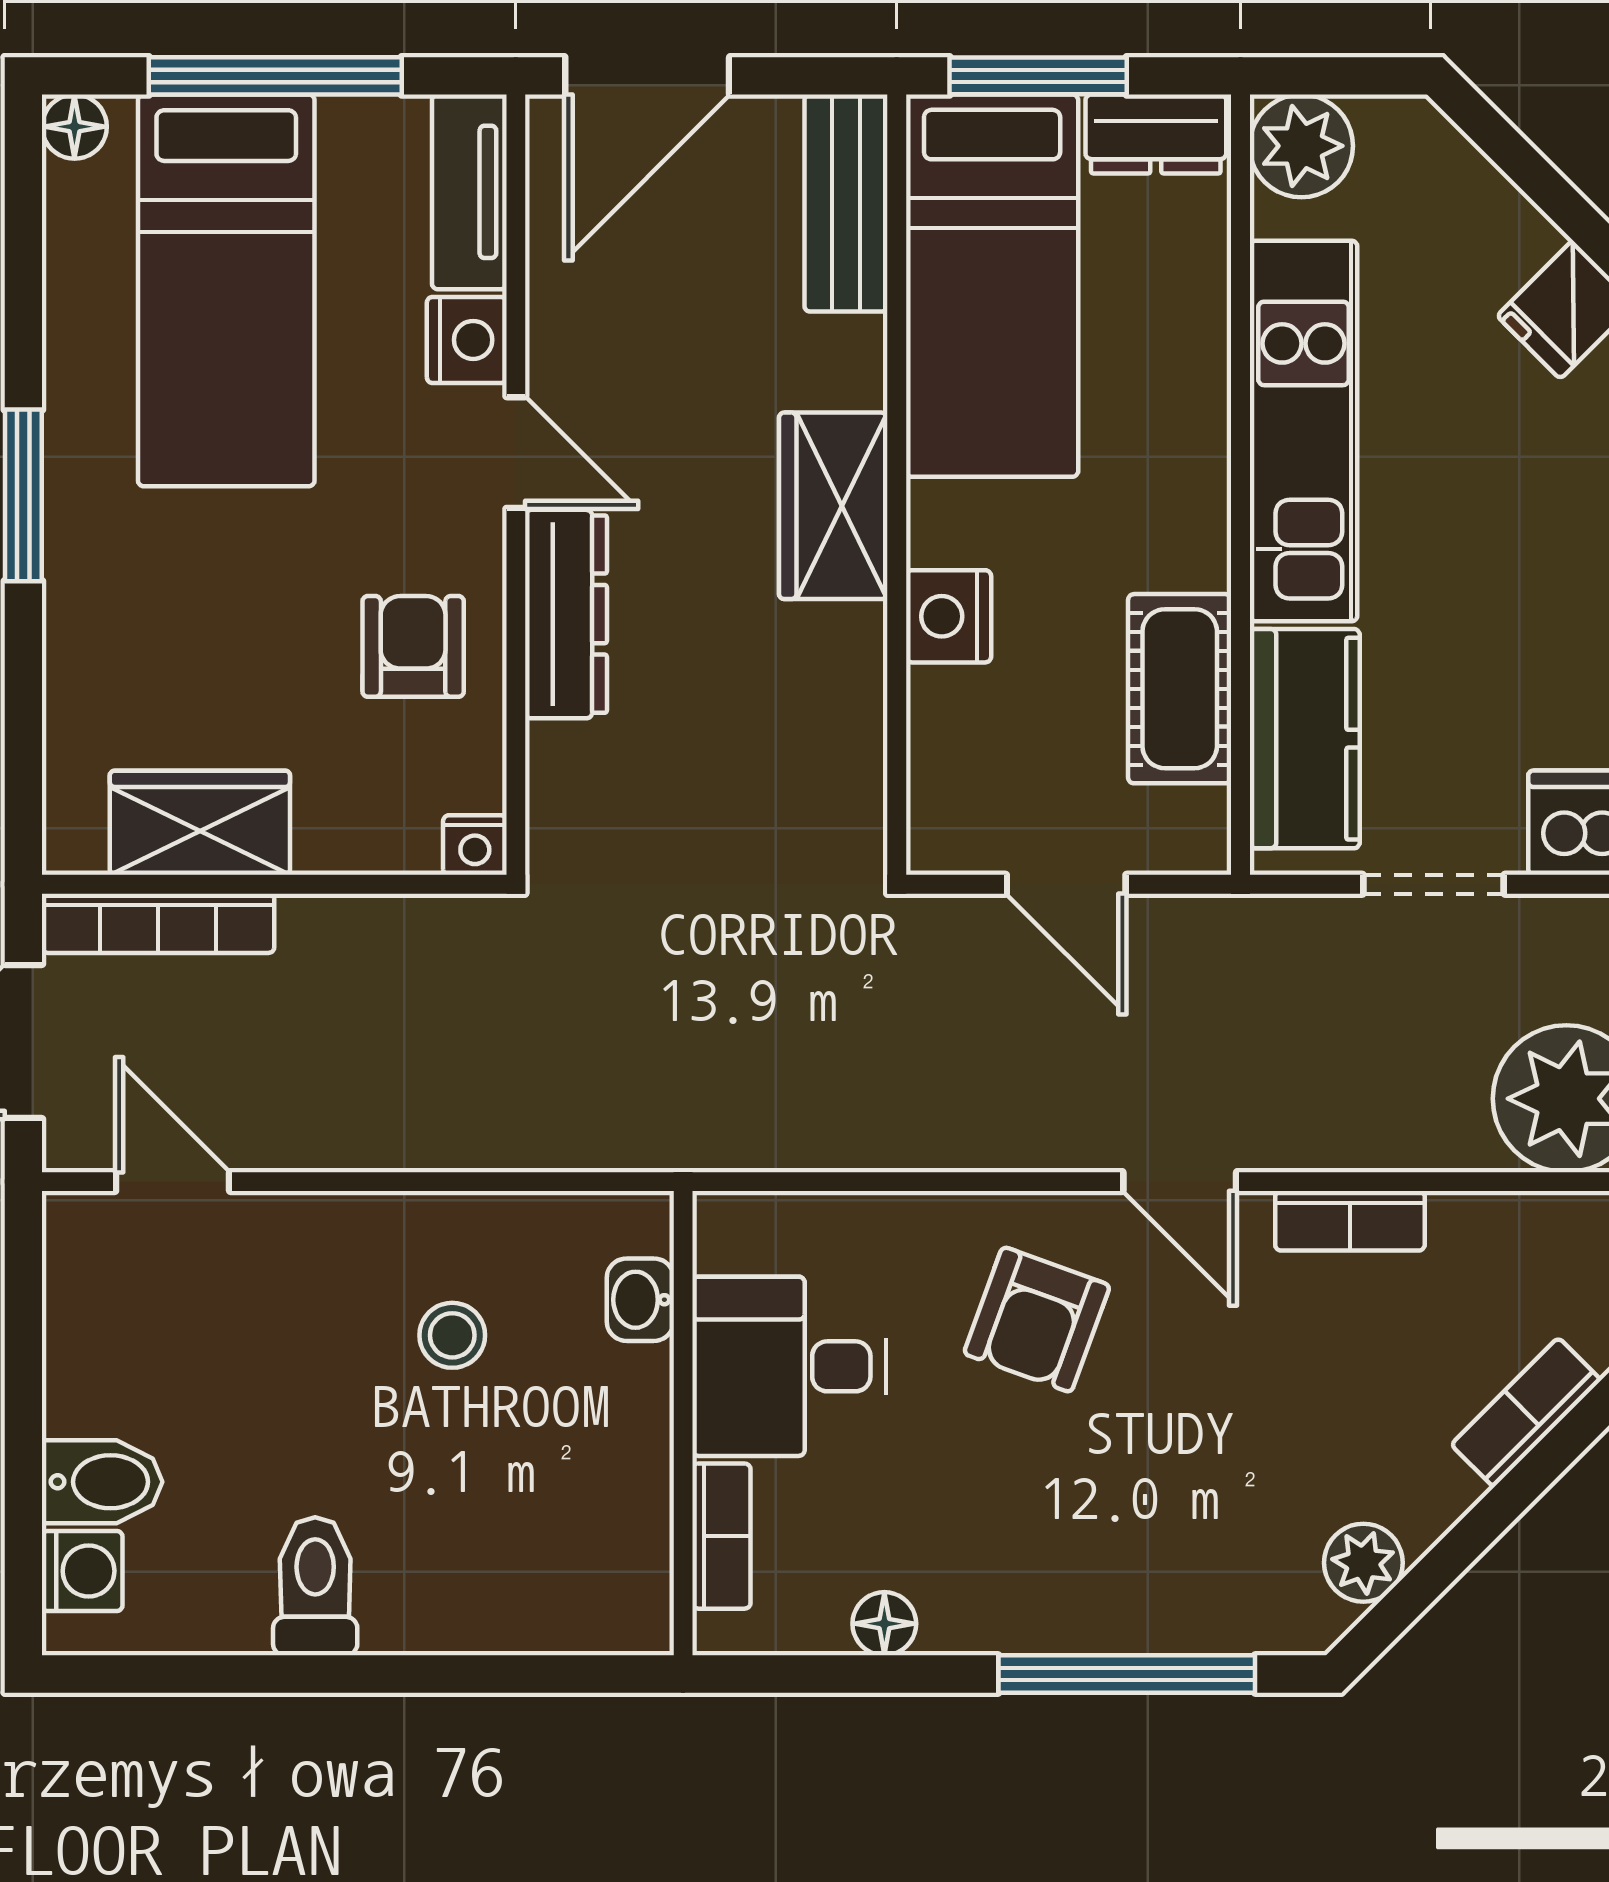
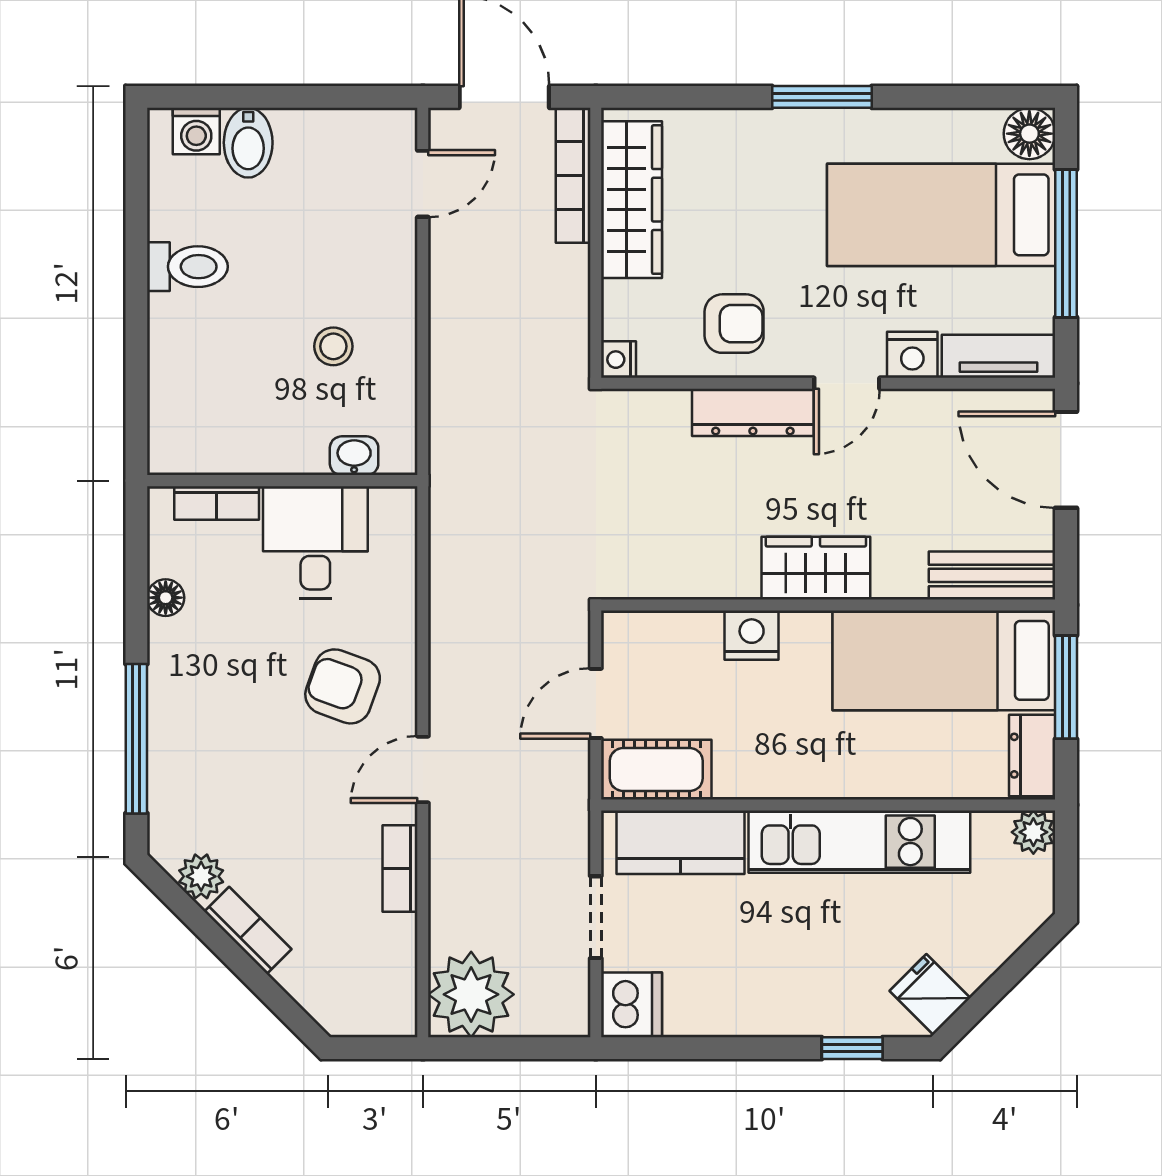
floor lamp: (74, 127) -> (1029, 134), width x1.37, depth x1.37
plant: (1301, 146) -> (1033, 832), width x0.73, depth x0.73
cot: (1180, 689) -> (656, 770), moved
wardrobe: (200, 823) -> (632, 200), width x1.50
bookcase: (1526, 1412) -> (248, 930), moved

